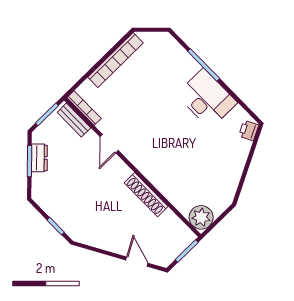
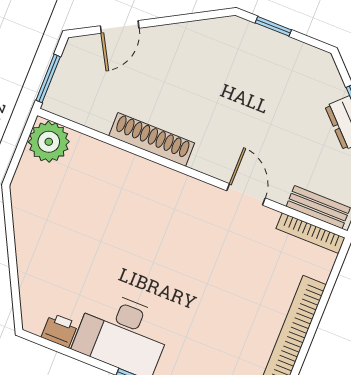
printer: (249, 130) -> (60, 330), moved, turned -63
door: (137, 262) -> (120, 27), hinge flipped

